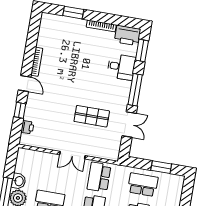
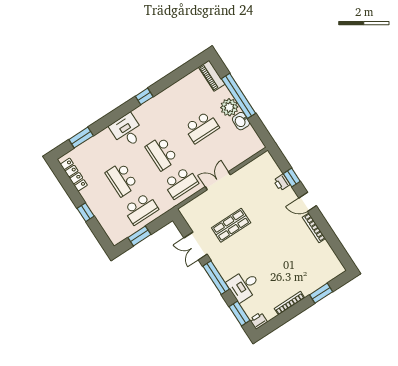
printer: (128, 35) -> (258, 321), width x0.53, depth x0.68
printer: (27, 127) -> (282, 182), moved
school desk: (99, 177) -> (181, 183), turned 90

